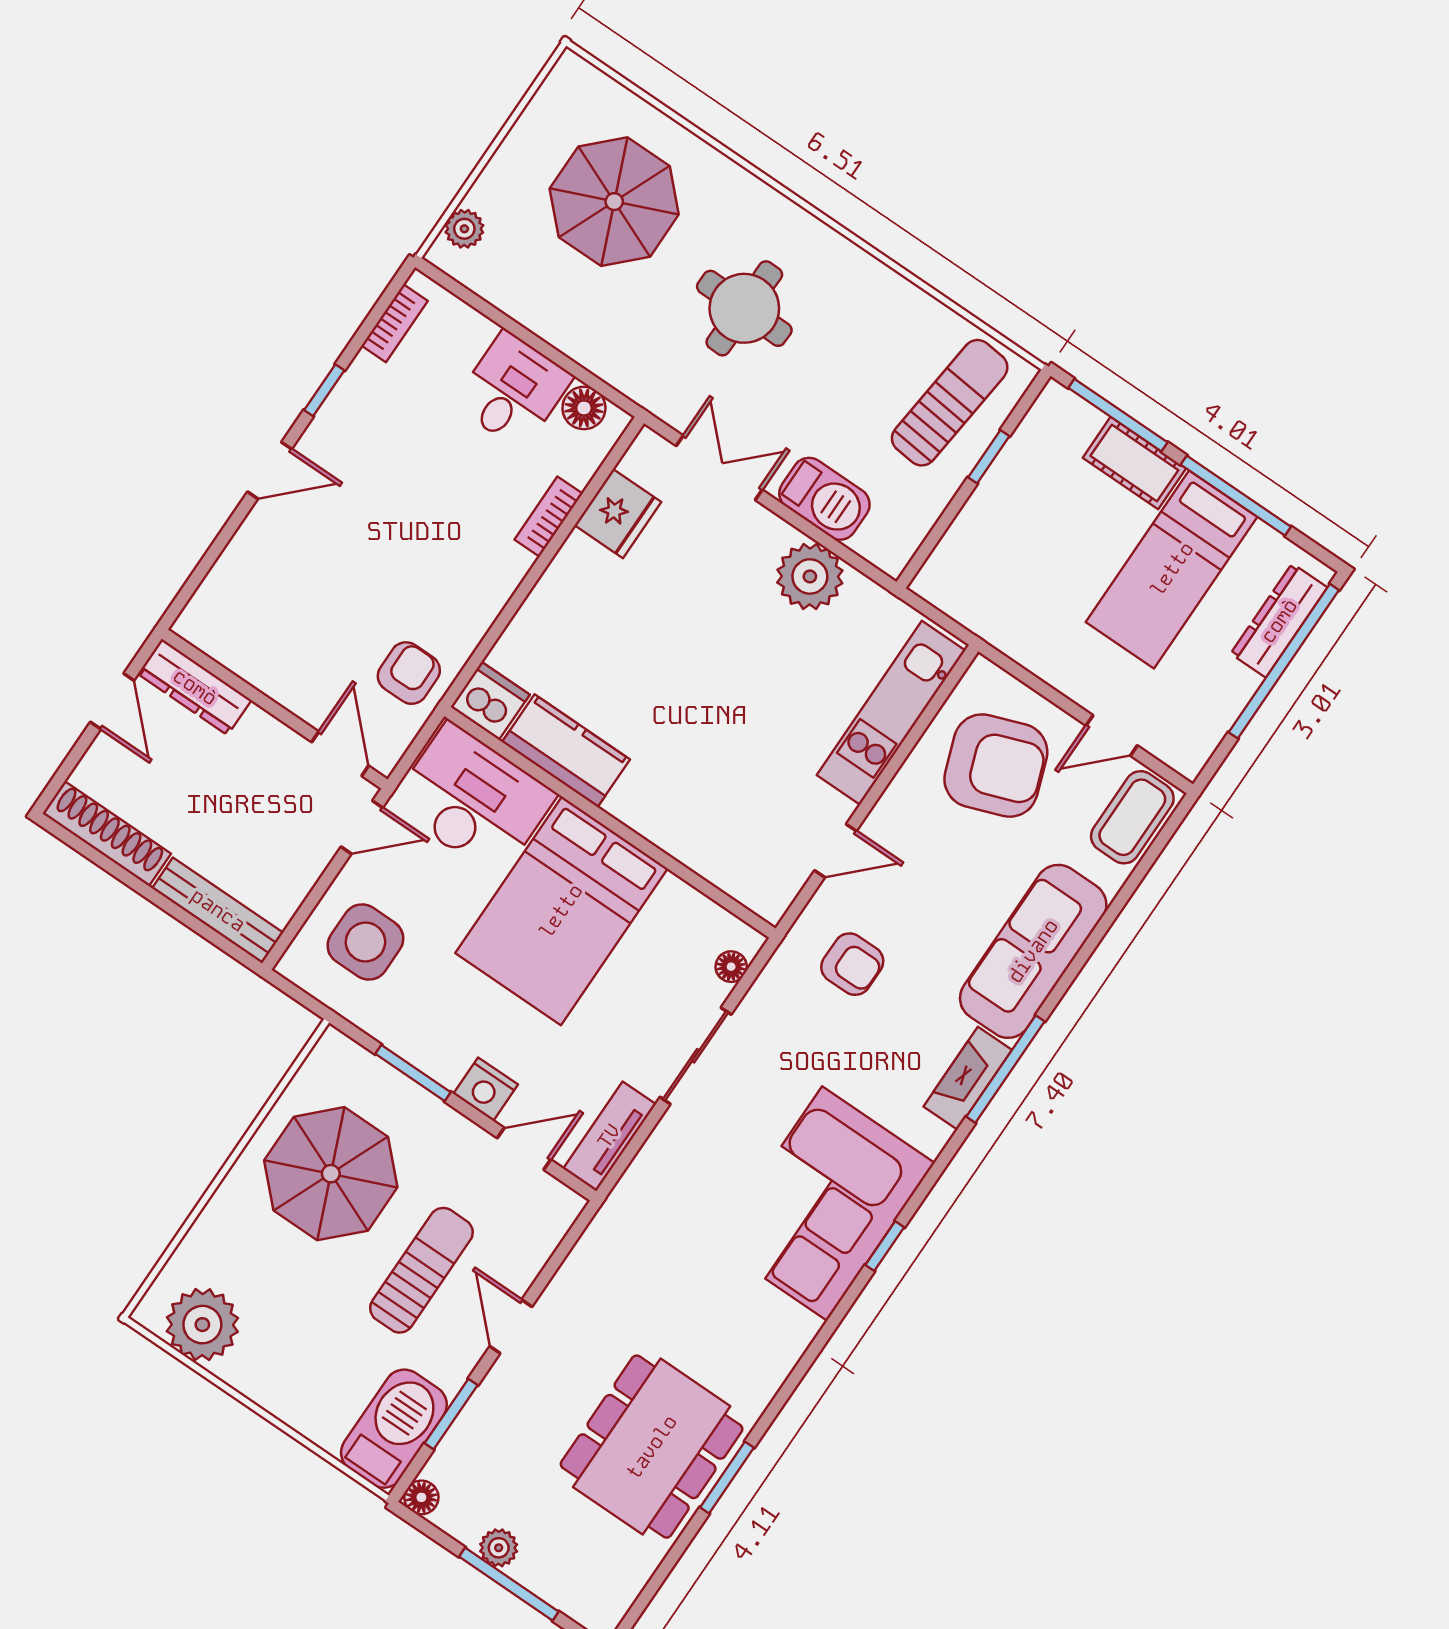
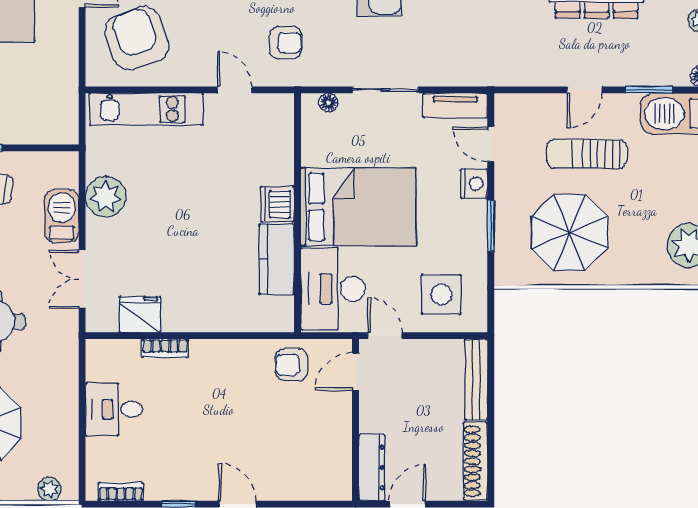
floor lamp: (584, 408) -> (98, 368), removed
dishwasher: (490, 701) -> (278, 204), moved
armchair: (852, 964) -> (286, 43), turned 90

